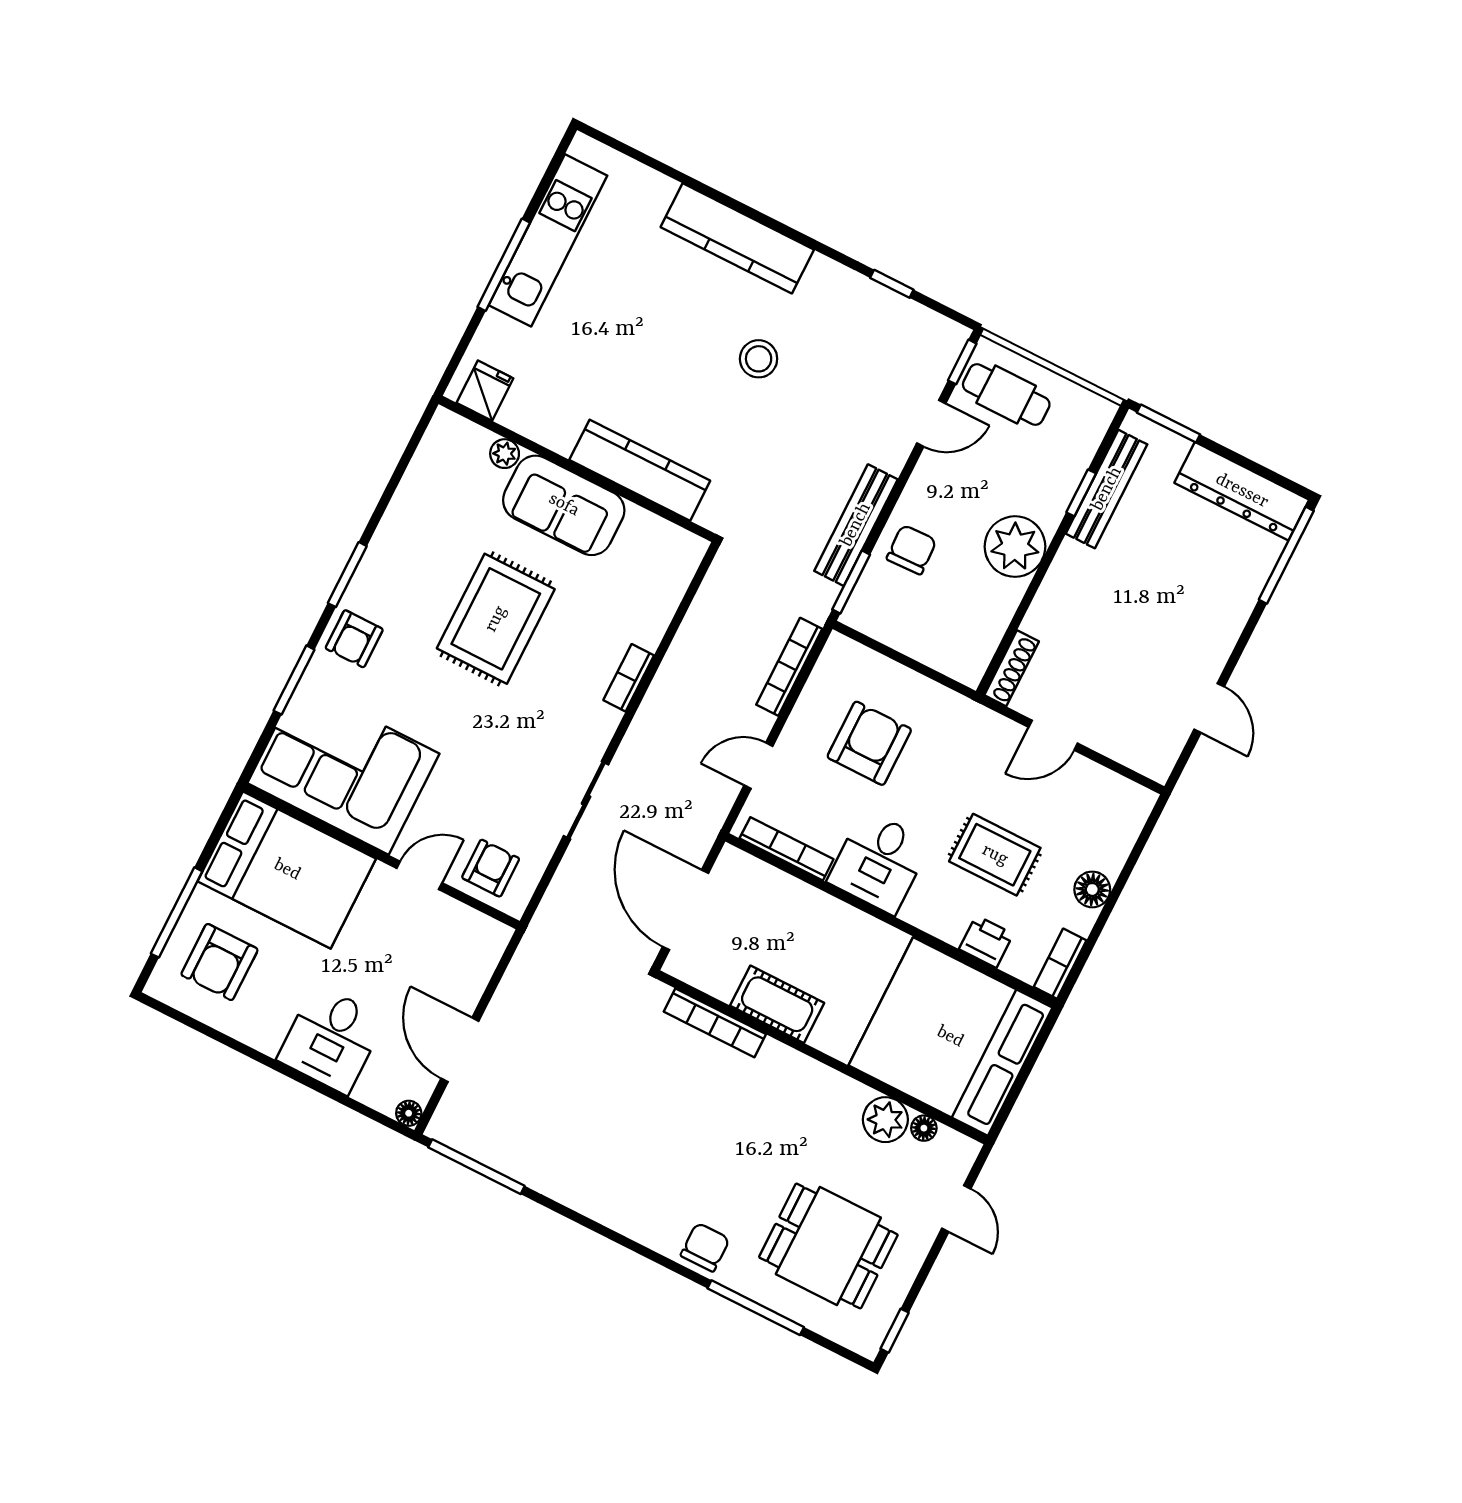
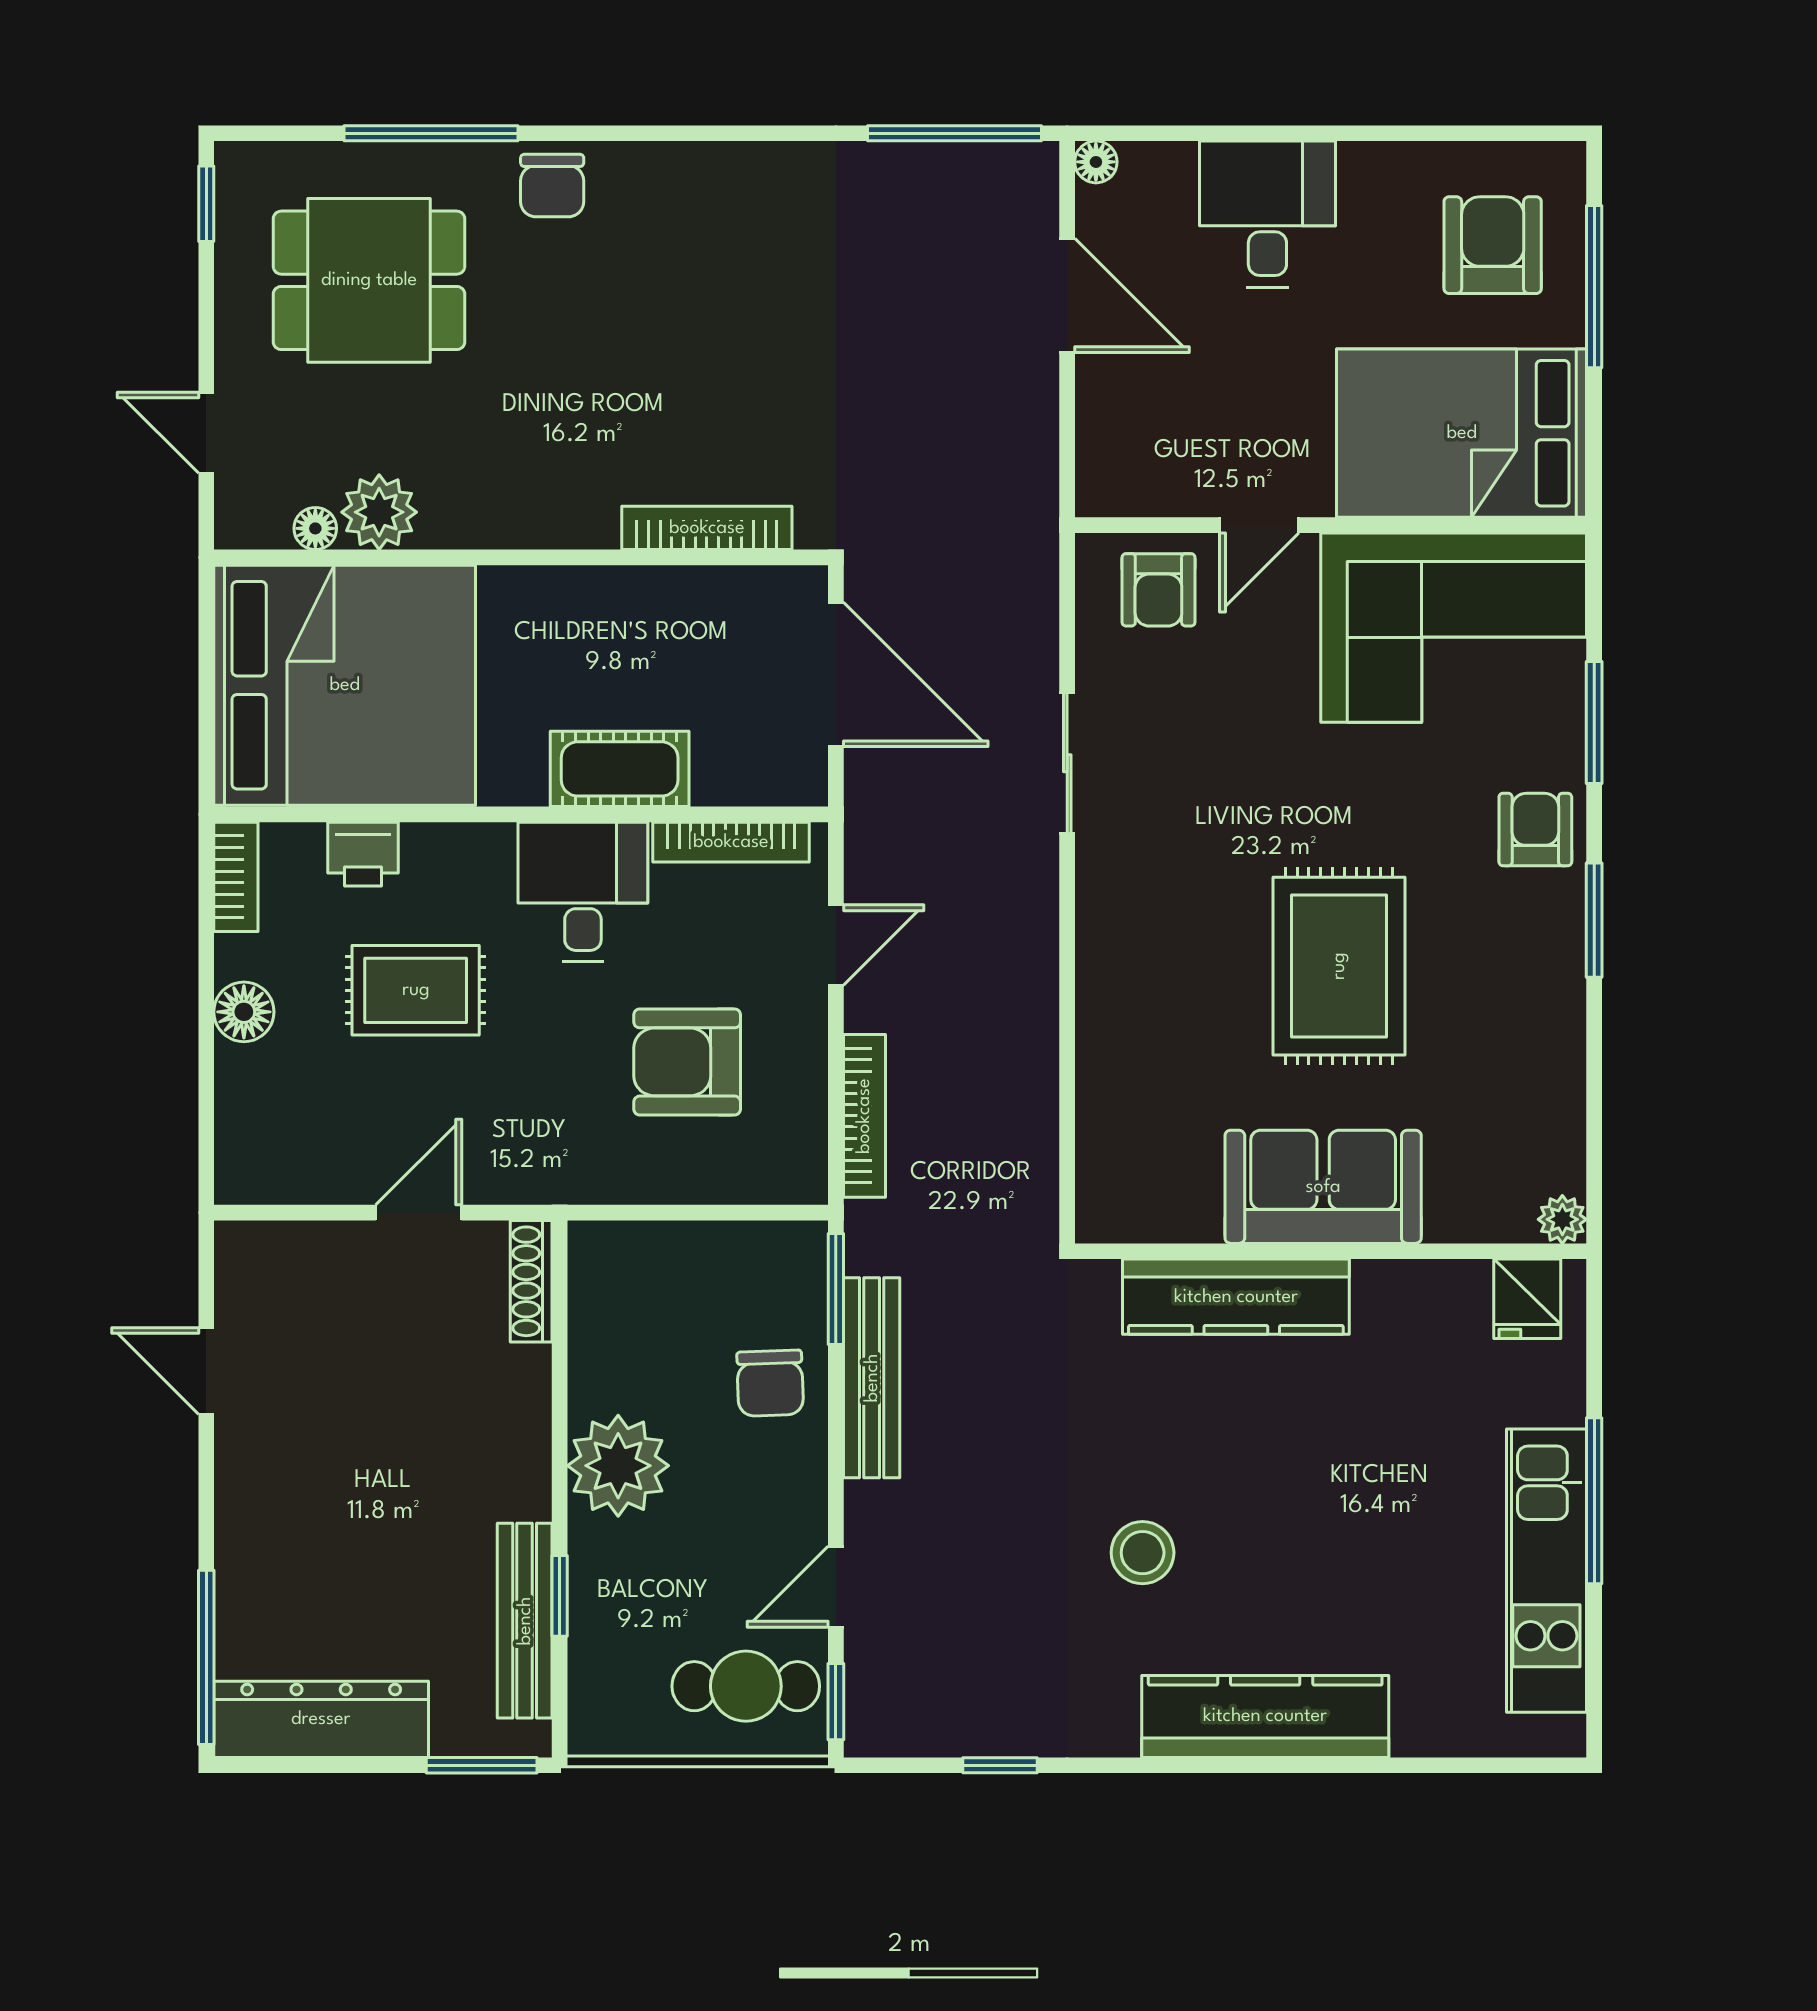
plant: (505, 454) -> (1562, 1219), moved
bookcase: (629, 678) -> (1096, 978), removed
armchair: (869, 743) -> (687, 1062), turned 90
cot: (777, 1004) -> (620, 769), moved

